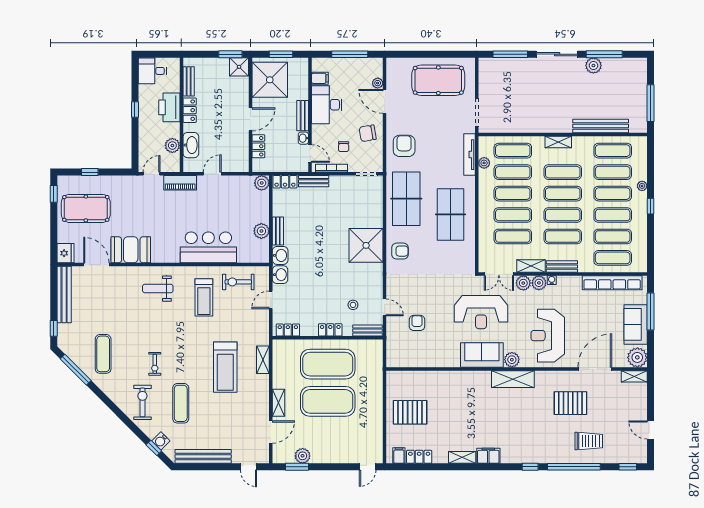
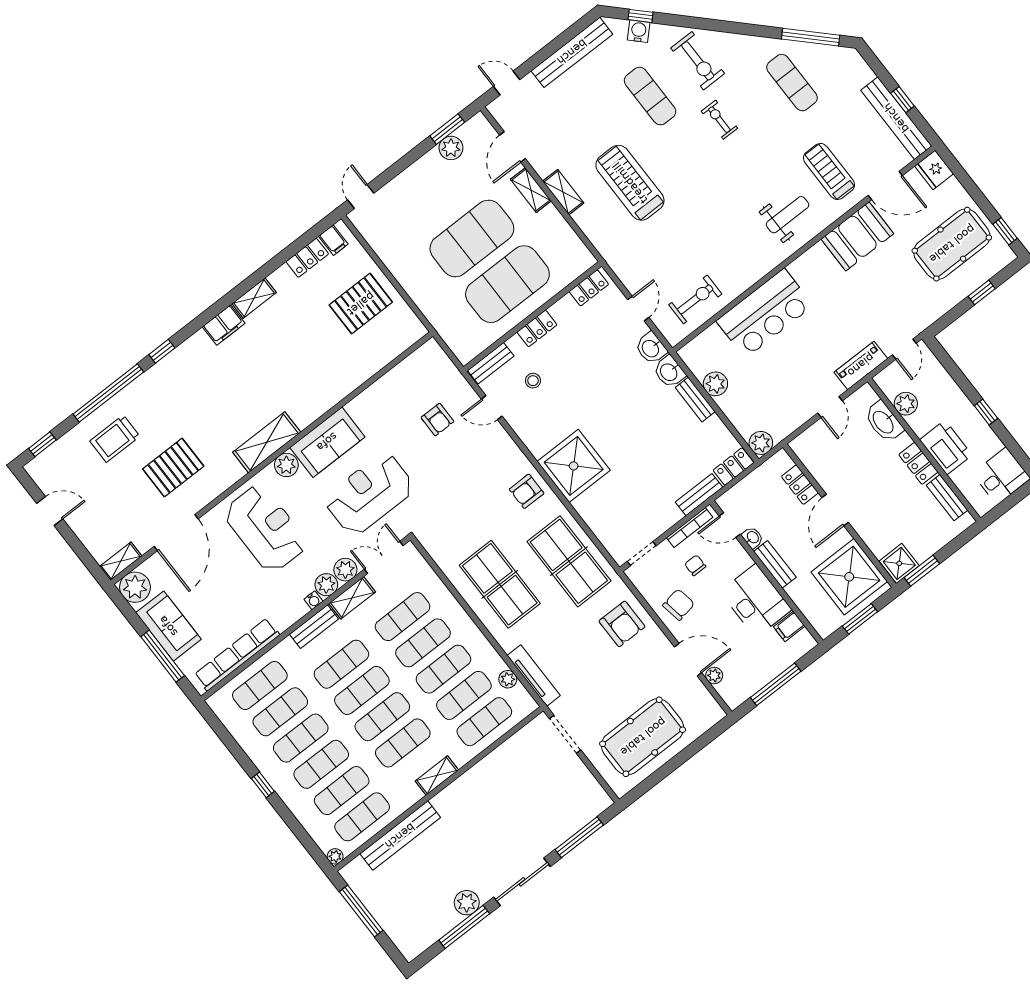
plant: (642, 186) -> (335, 856), moved
treadmill: (204, 297) -> (829, 171), moved
window: (54, 328) -> (902, 100), moved
shelving: (263, 360) -> (563, 192), moved

